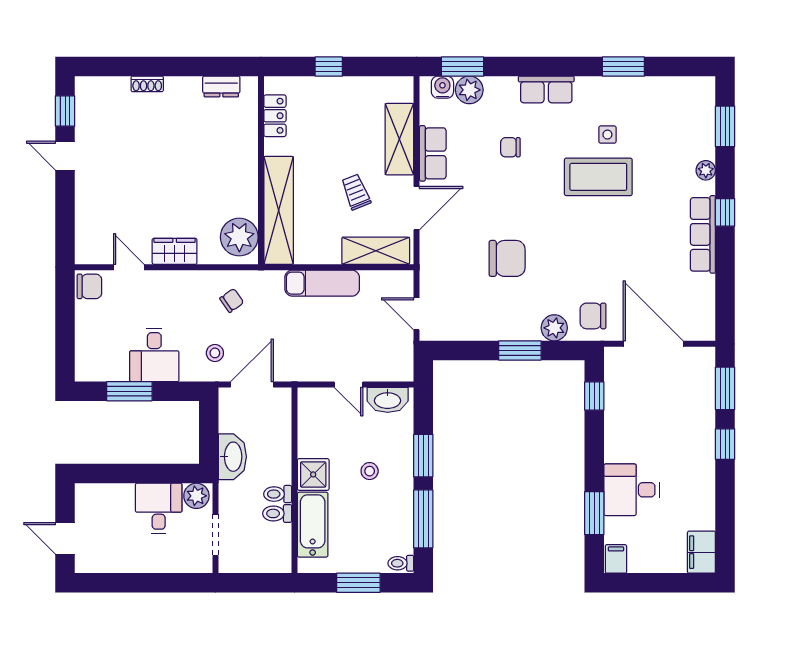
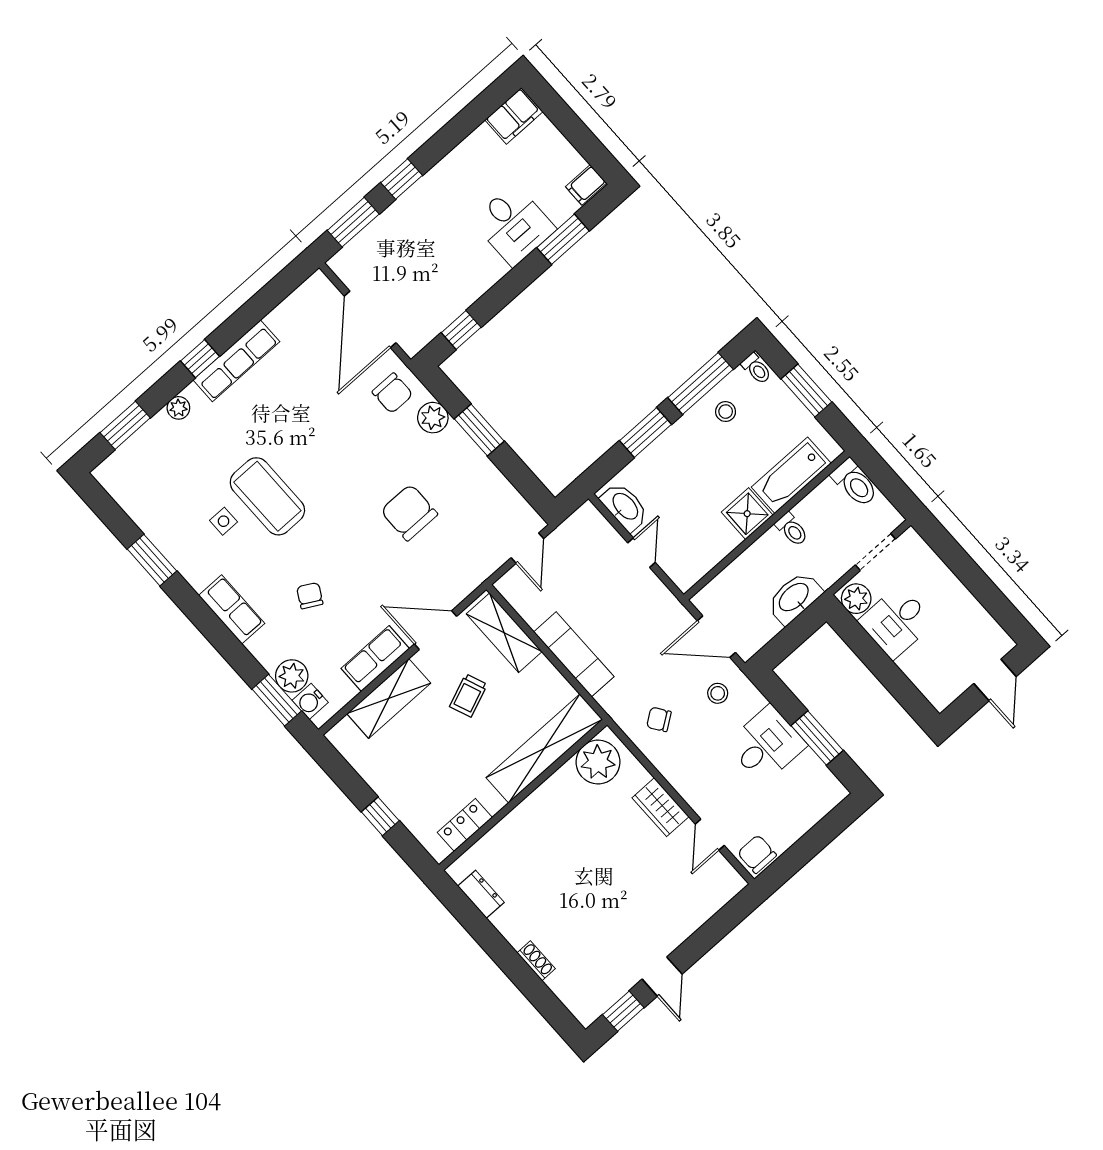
chair: (510, 147) -> (310, 596), turned -151
stool: (370, 471) -> (726, 412), moved
toilet: (277, 513) -> (855, 483), moved, width x1.37, depth x1.39

